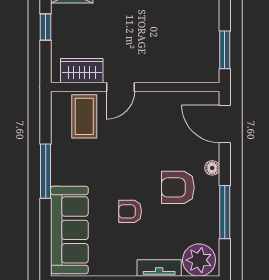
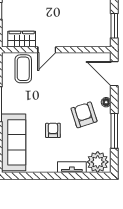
armchair: (178, 187) -> (84, 115), turned 72
armchair: (130, 211) -> (53, 130), turned 90

